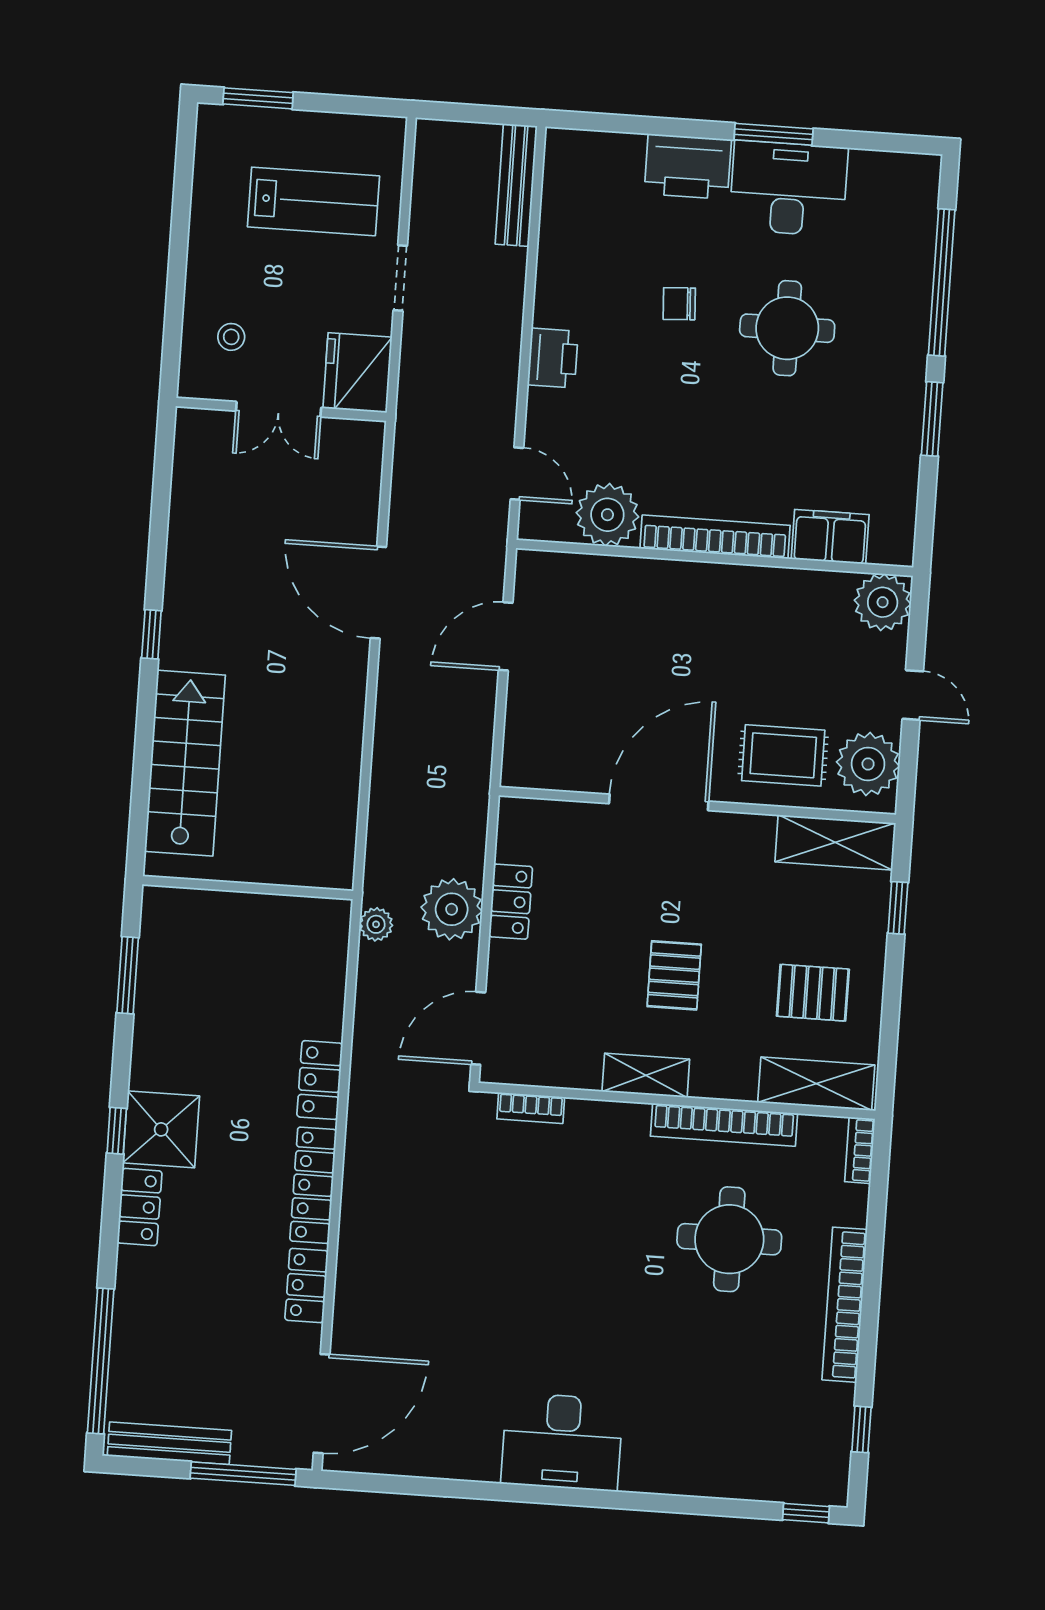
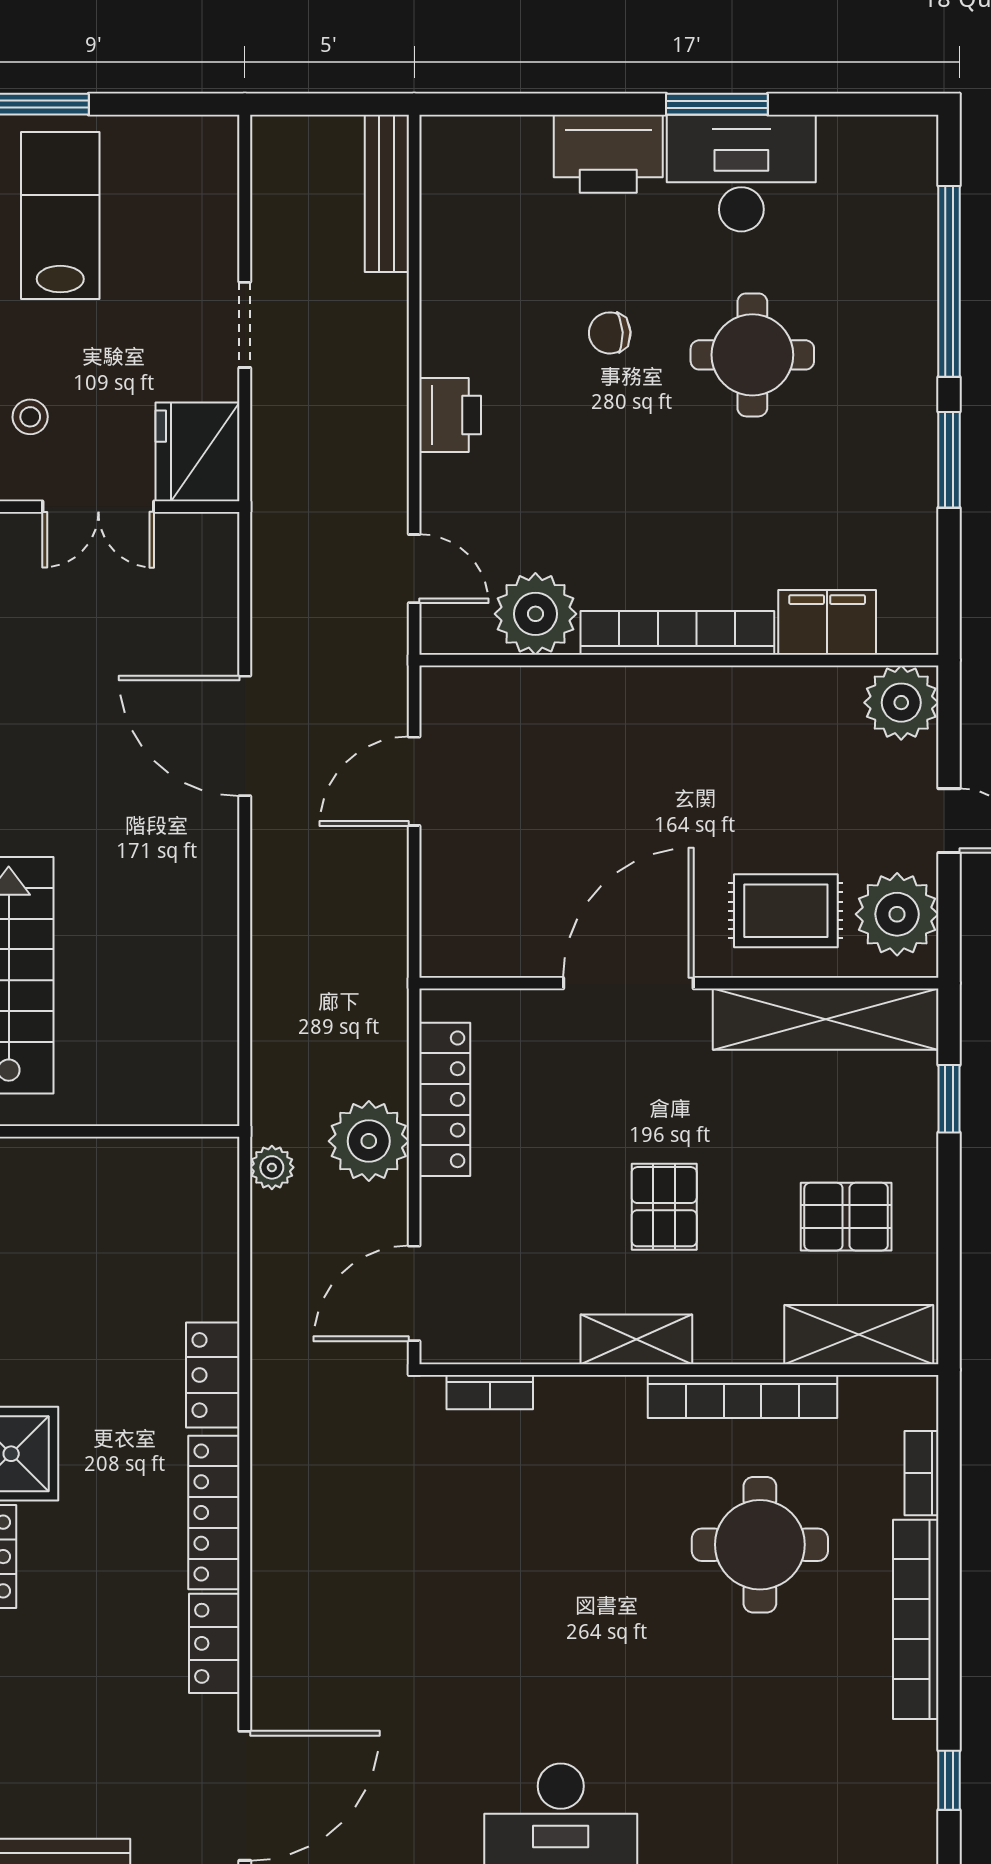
lab bench: (313, 201) -> (60, 215), moved, turned -90
shelving: (835, 842) -> (826, 1019), width x1.47
locker: (511, 902) -> (445, 1099), width x1.53
bookcase: (860, 1150) -> (921, 1473), moved

